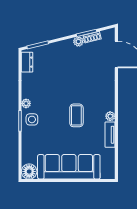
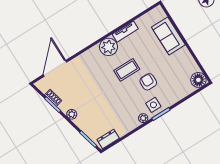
plant: (78, 41) -> (72, 114), moved
plant: (110, 116) -> (108, 47), width x1.88, depth x1.88
armchair: (55, 127) -> (148, 82), added
sofa: (69, 167) -> (168, 36), width x0.54, depth x0.79

